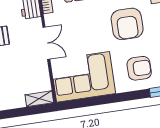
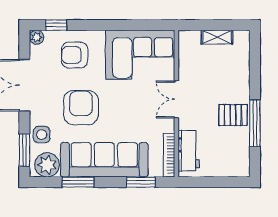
shelving: (39, 99) -> (217, 37), moved

